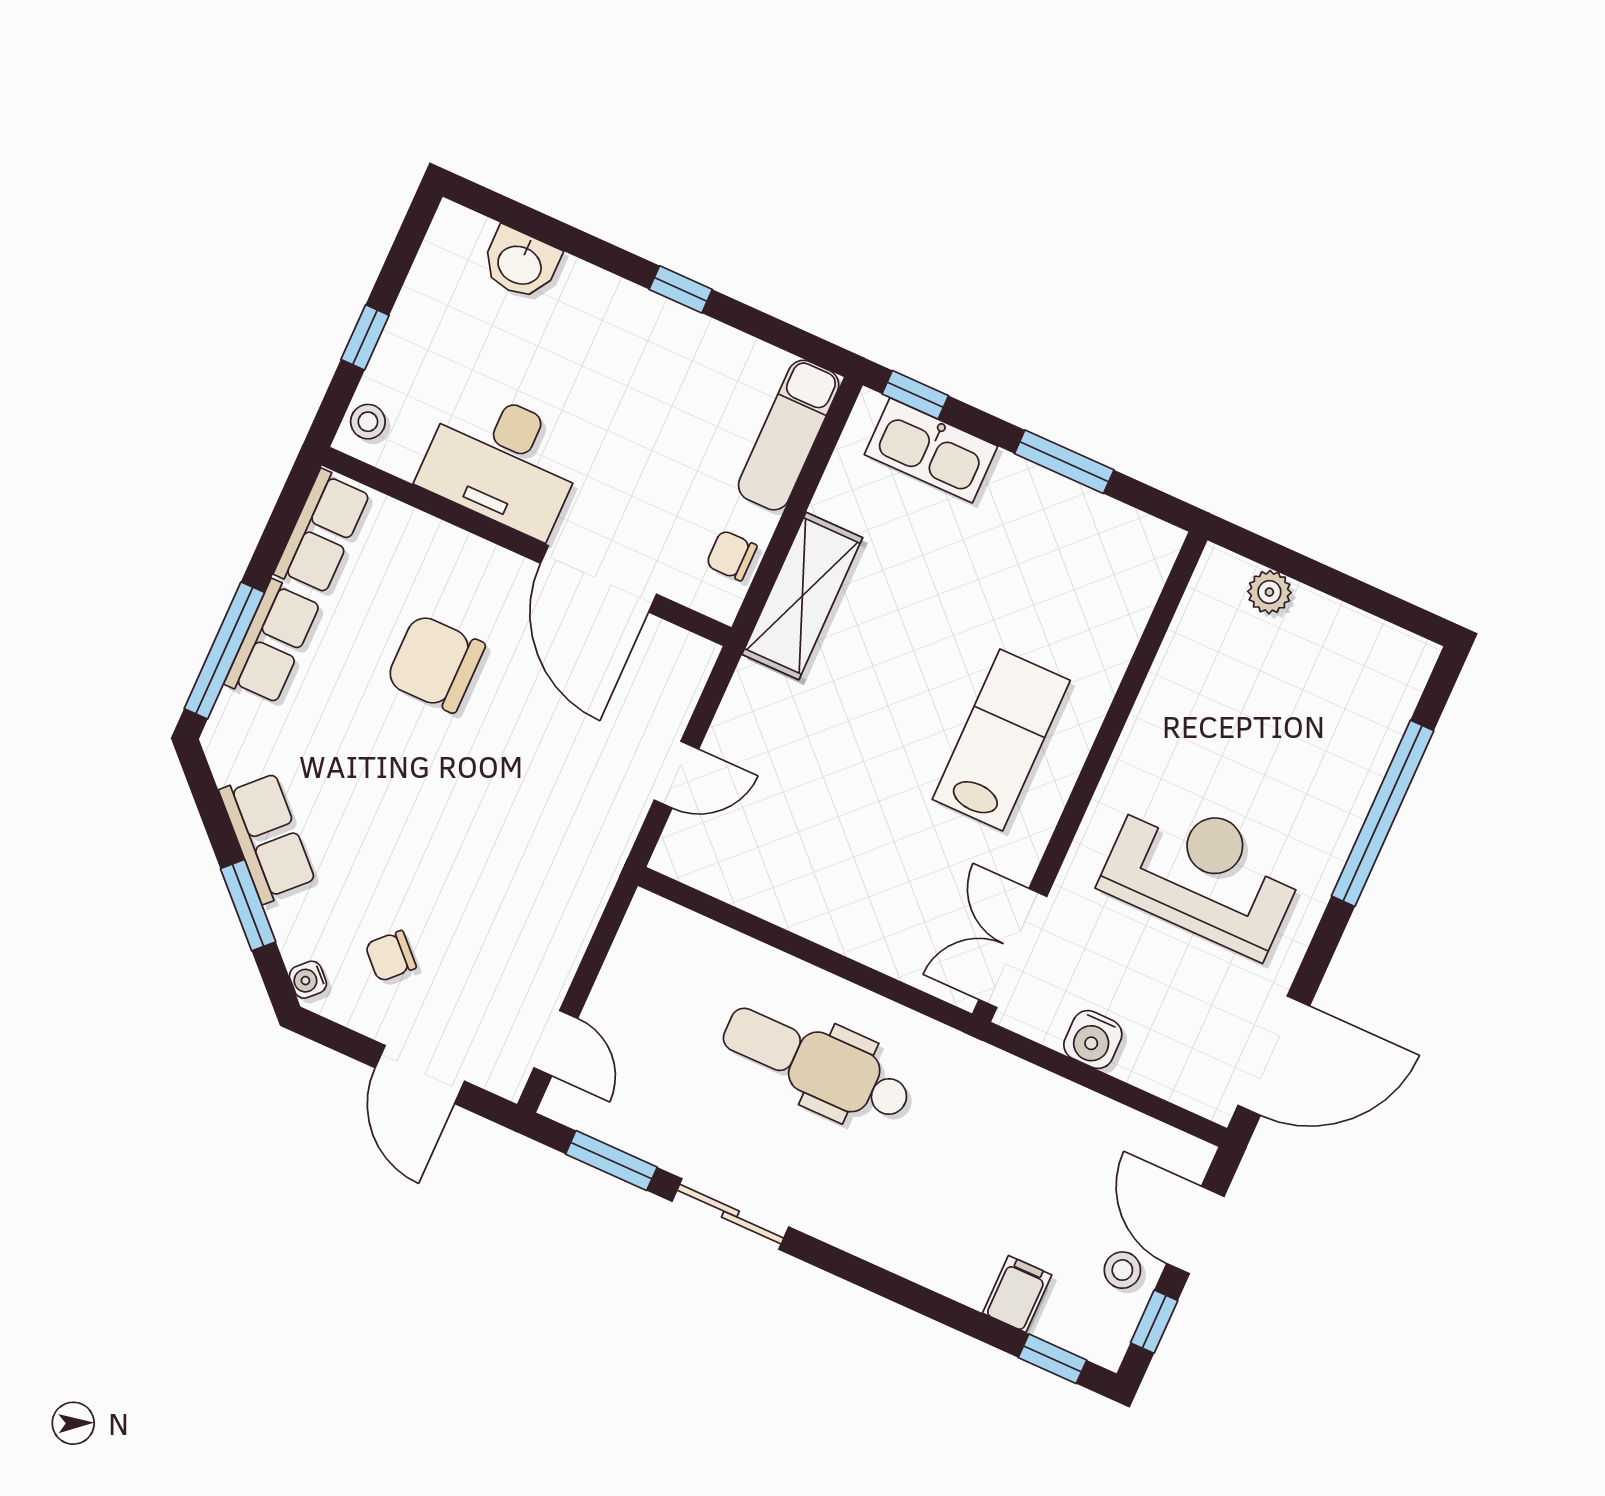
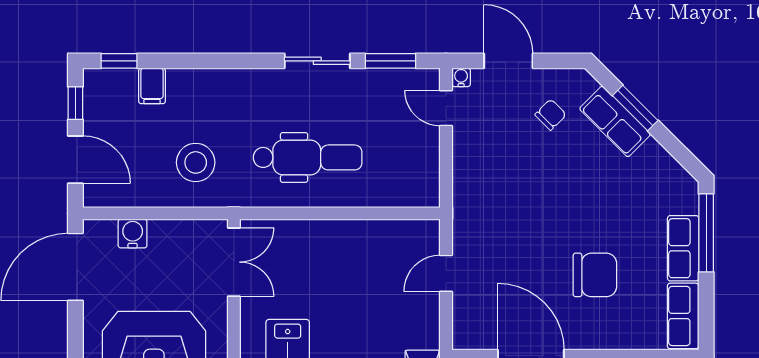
row of seats: (268, 837) -> (615, 121), moved
water cooler: (308, 980) -> (461, 77), moved, turned -45
water cooler: (1093, 1040) -> (133, 234), moved
stool: (1122, 1270) -> (196, 162), moved, width x1.89, depth x1.89

